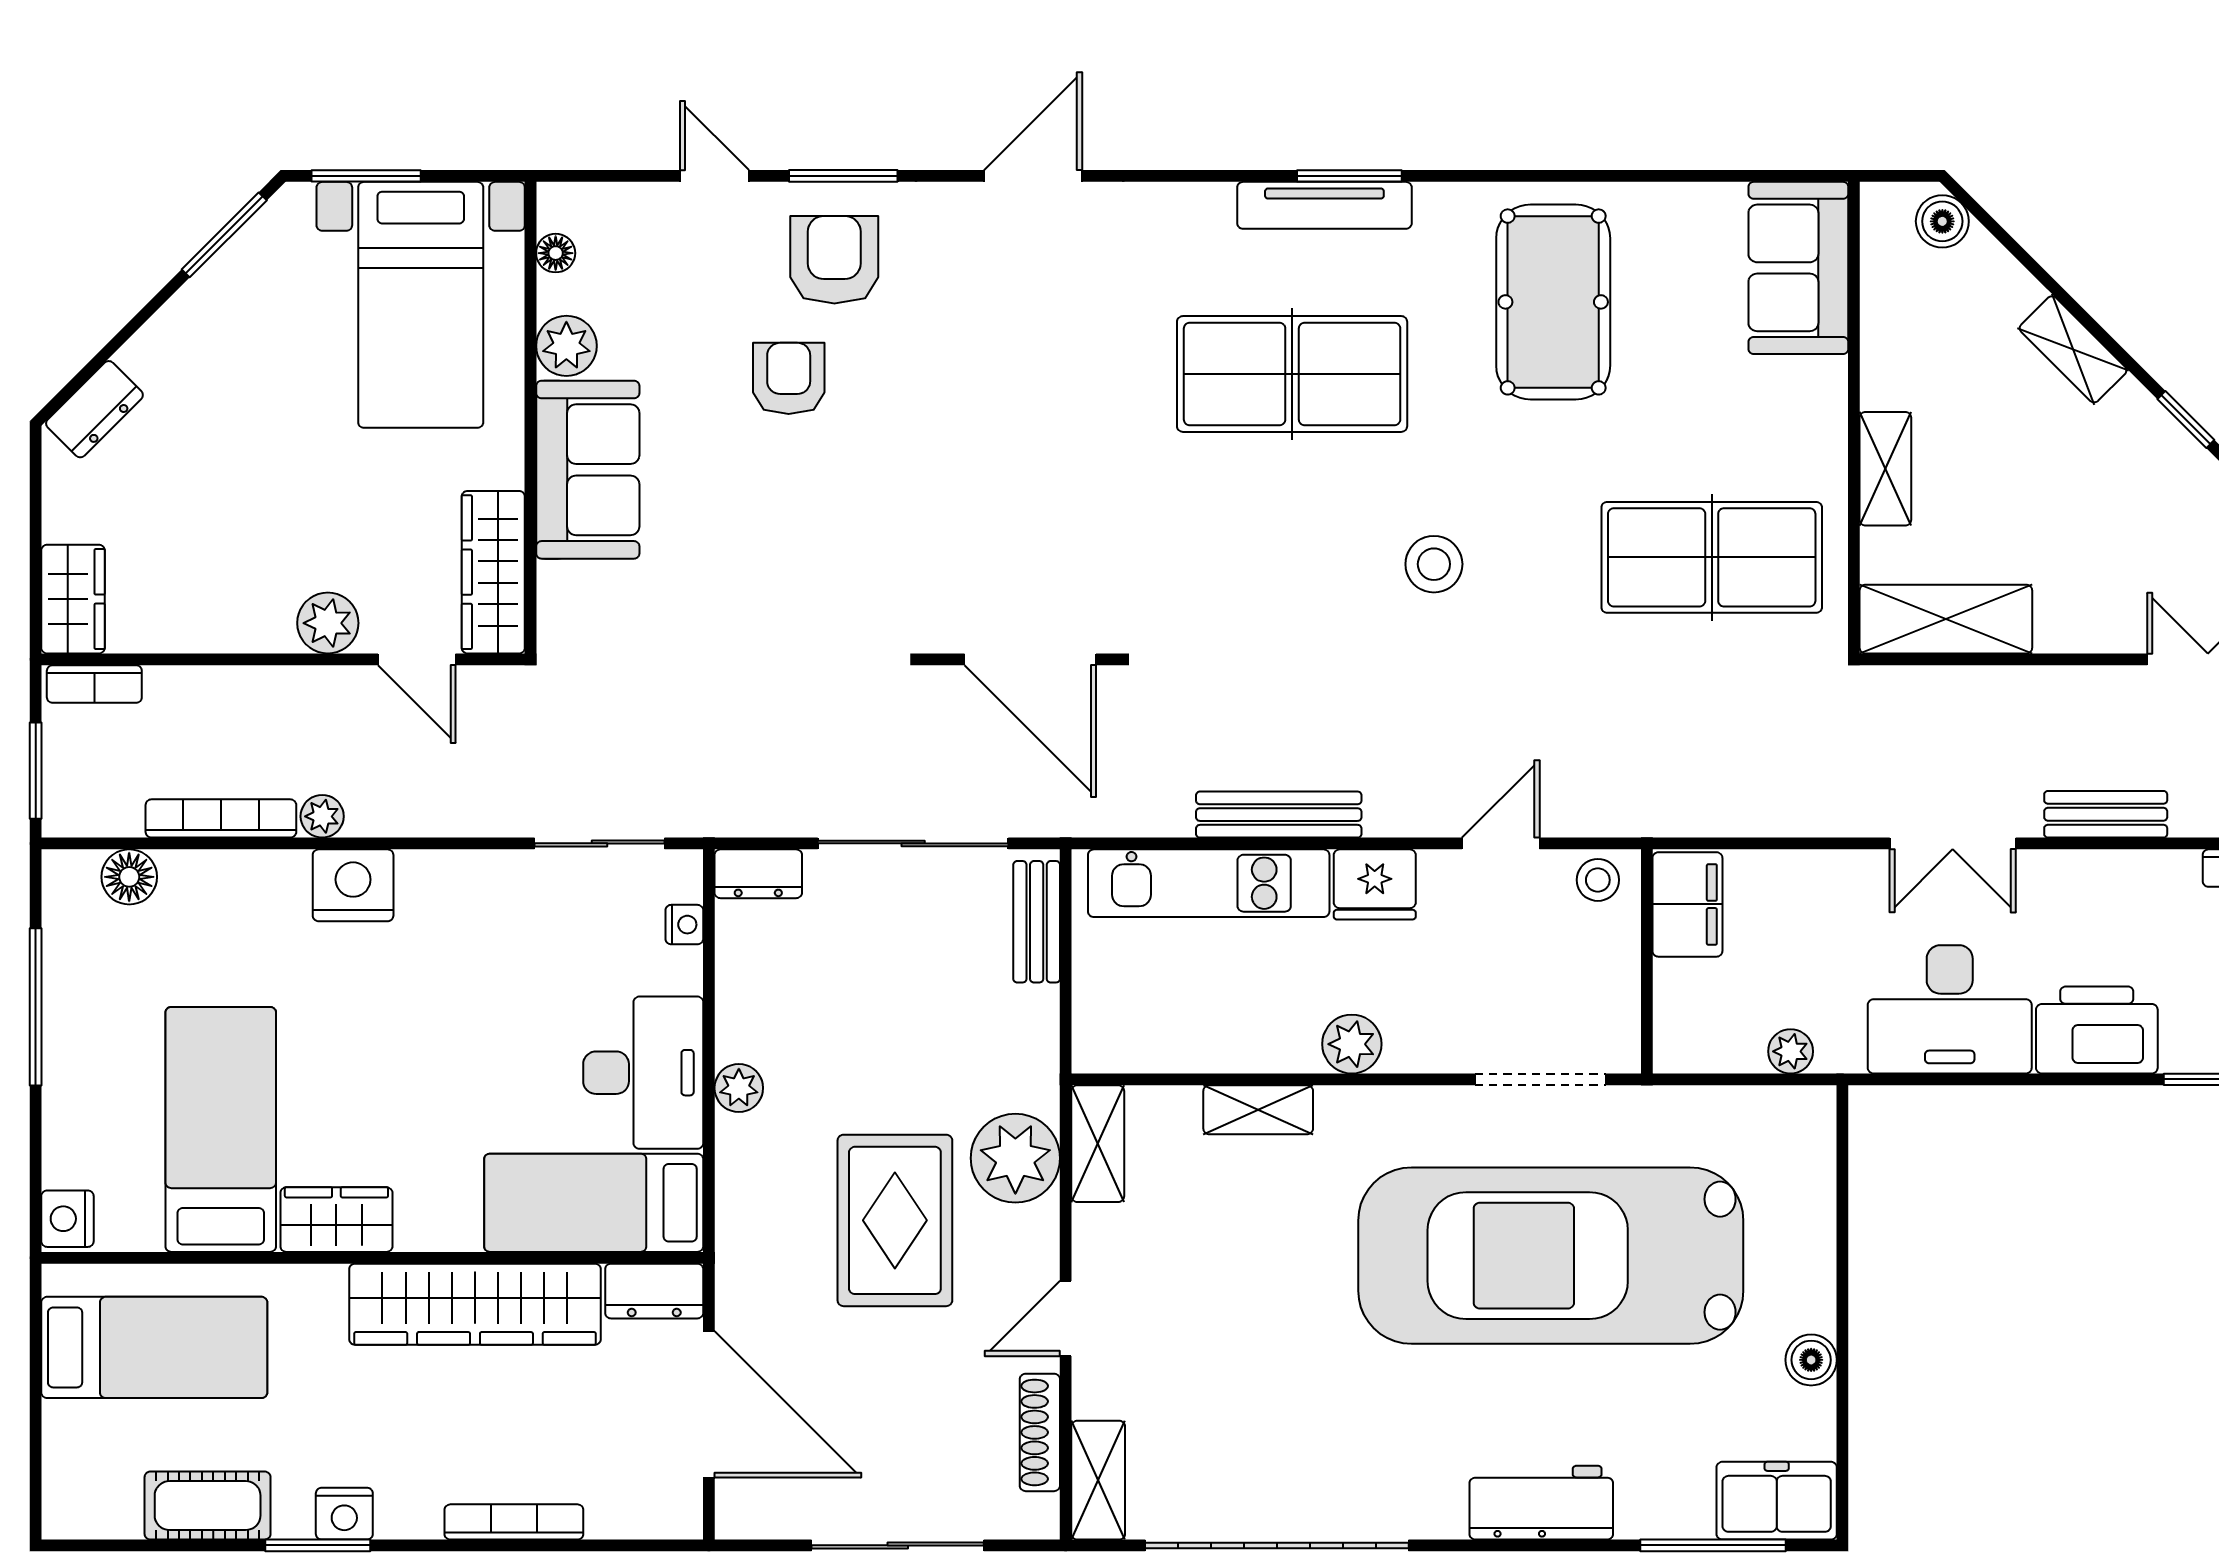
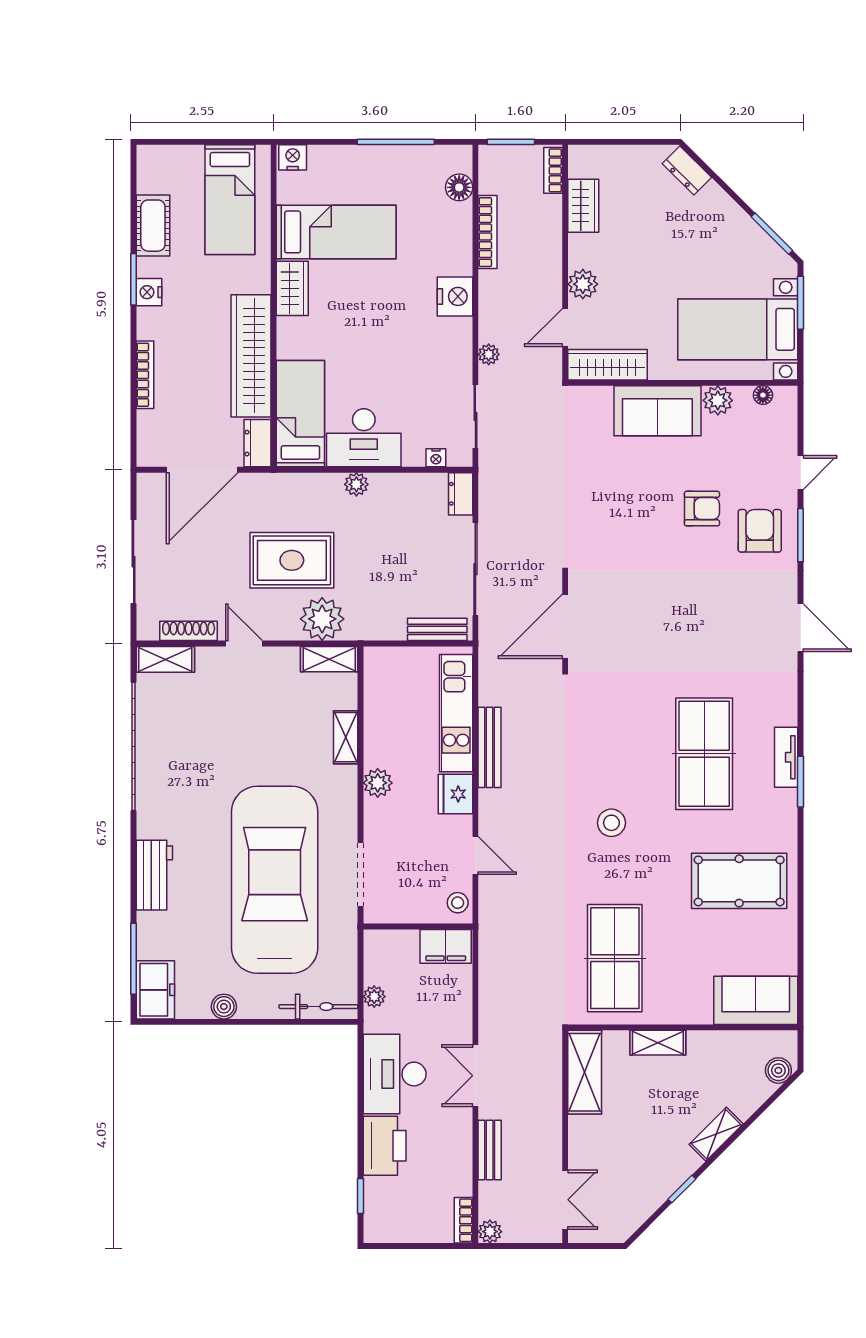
tv unit: (1324, 205) -> (786, 757), width x0.71
armchair: (834, 260) -> (760, 531), turned -90
wardrobe: (73, 599) -> (583, 206), moved, turned -90
plant: (322, 816) -> (489, 354), moved
bicycle: (1811, 1166) -> (318, 1007), added

